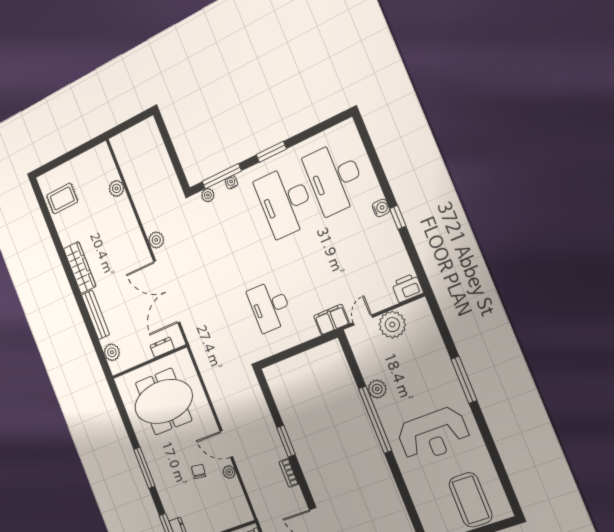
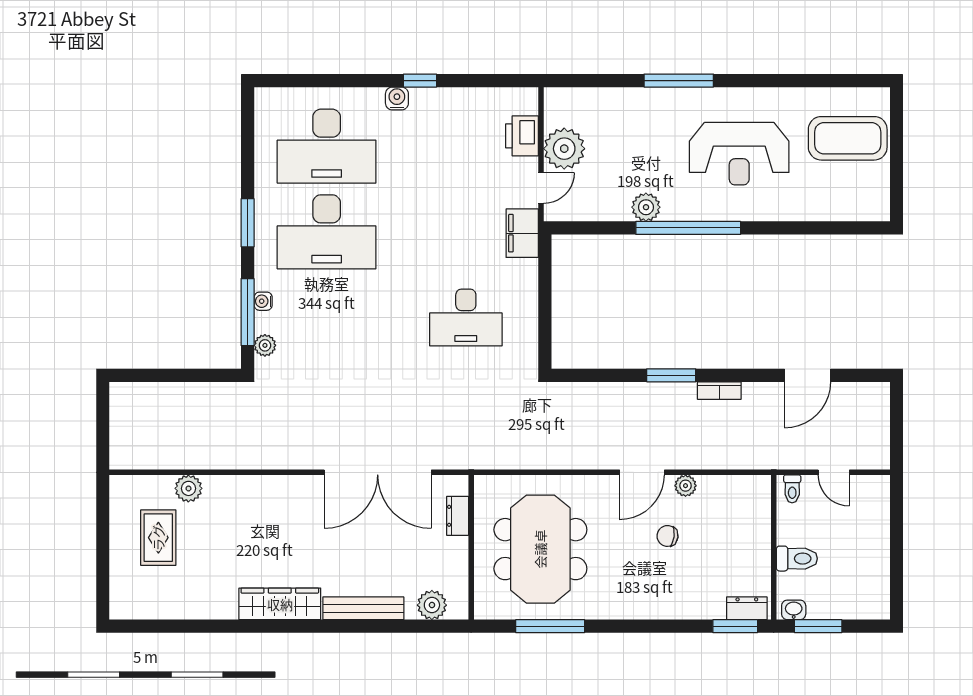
rug: (62, 198) -> (158, 538), moved
plant: (156, 240) -> (294, 456), removed
printer: (407, 288) -> (522, 136), moved
door: (363, 320) -> (541, 188), swing flipped
reception desk: (433, 435) -> (739, 154), turned 90
window: (144, 468) -> (550, 626), moved

